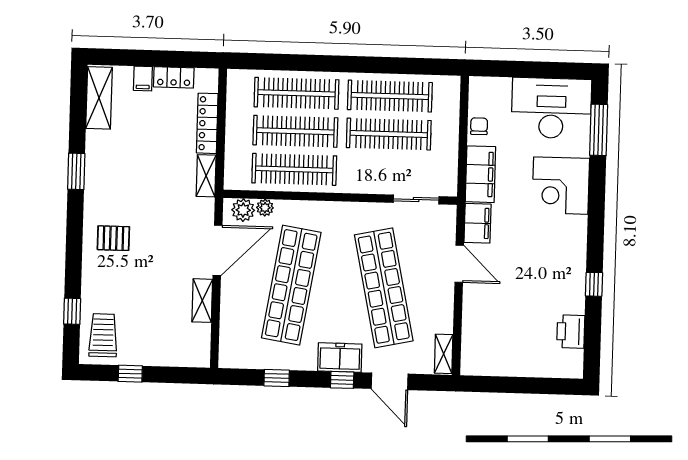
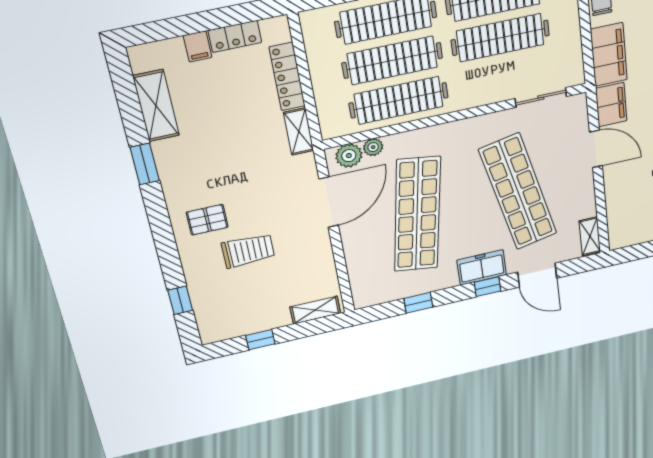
shelving: (99, 98) -> (156, 106), moved
shelving: (202, 301) -> (315, 310), moved, turned 90
trolley: (103, 335) -> (248, 251), moved, turned 90

